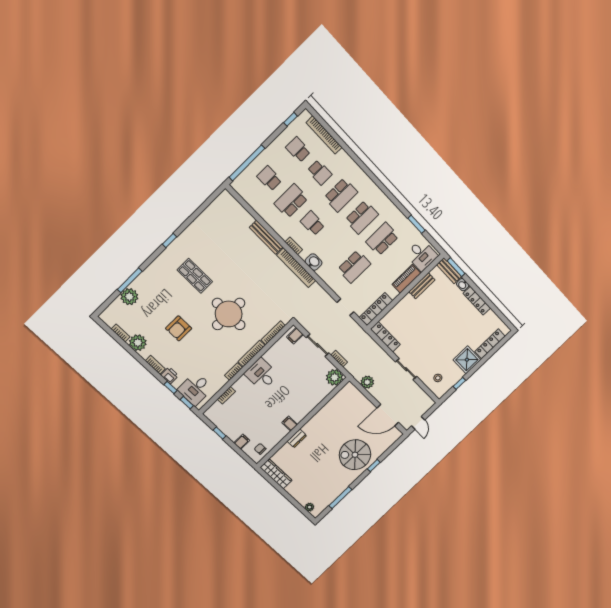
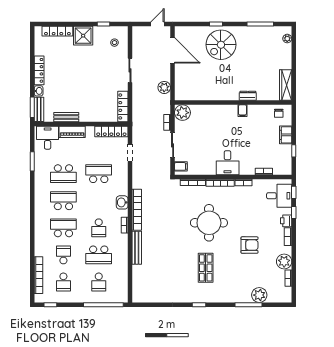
filing cabinet: (242, 442) -> (286, 135), width x2.00
spiral stairs: (355, 455) -> (221, 45), turned 90

